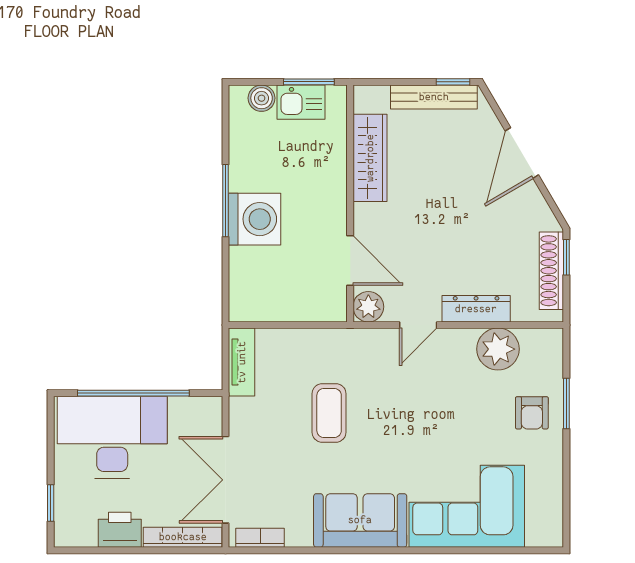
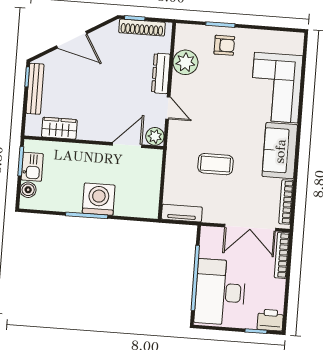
wardrobe: (370, 158) -> (59, 128), width x0.67
printer: (120, 530) -> (270, 320), moved, turned 90
bookcase: (260, 538) -> (286, 202), width x1.56

